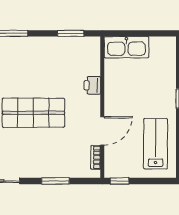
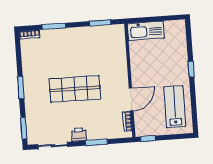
printer: (92, 85) -> (79, 135), moved, turned 90

